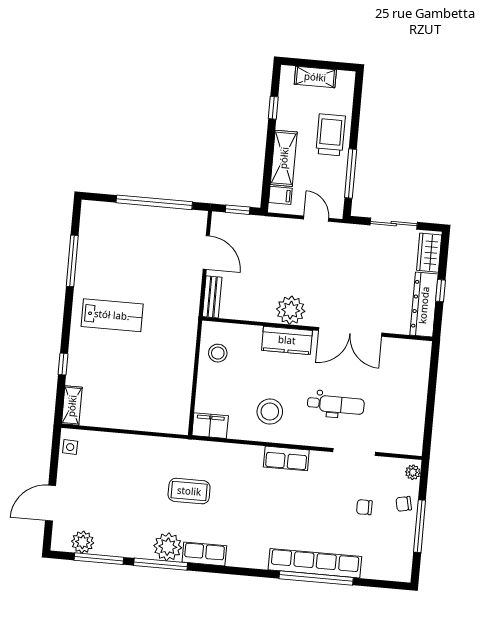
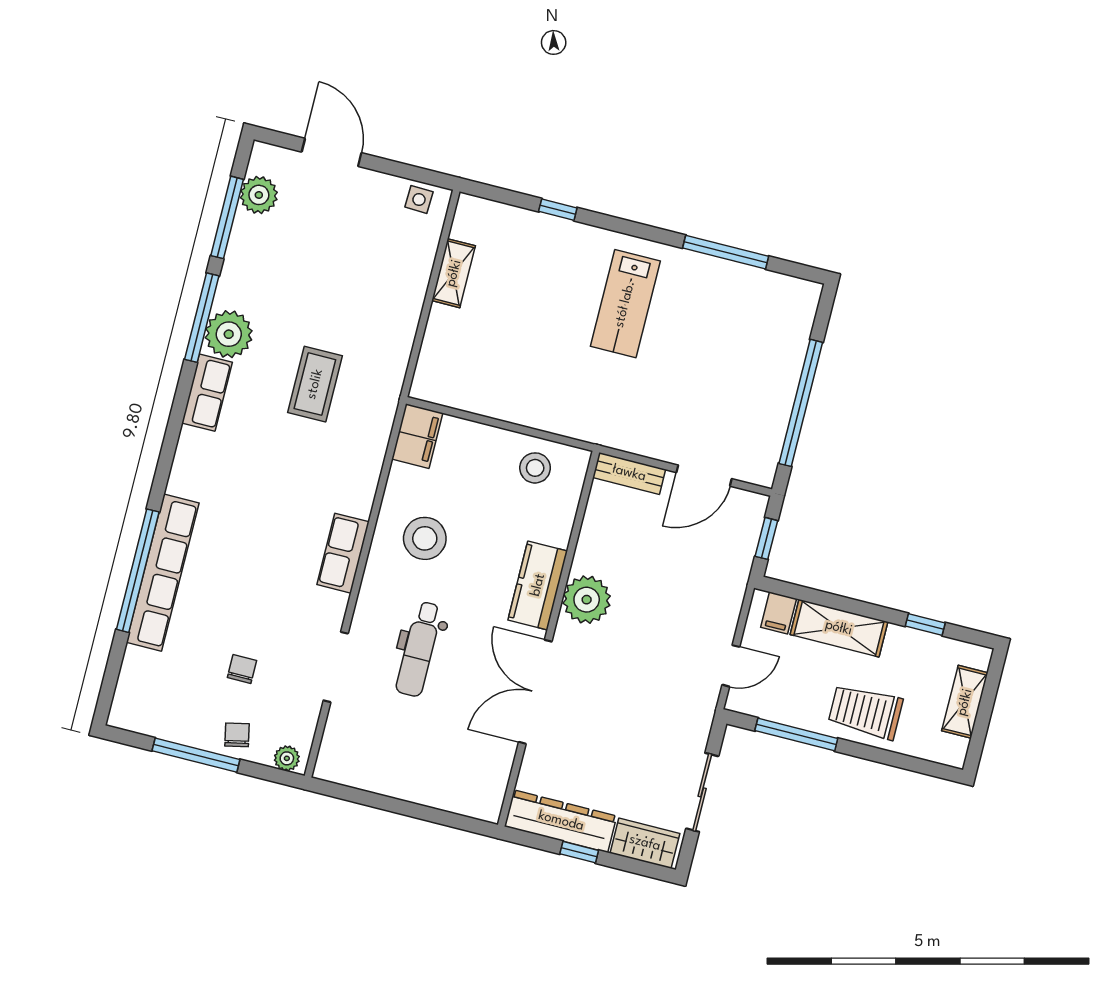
trolley: (331, 135) -> (865, 712), turned 180
shelving: (72, 406) -> (454, 273), moved, turned 90

